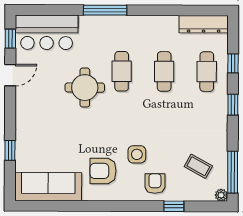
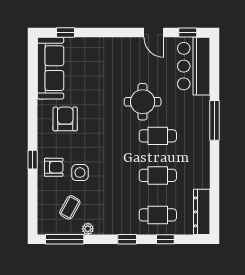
window: (10, 150) -> (65, 32), moved
side table: (137, 154) -> (80, 173), moved
plant: (221, 195) -> (88, 229), moved
window: (174, 206) -> (33, 160), moved

